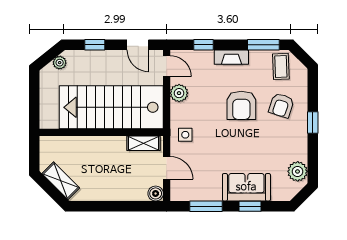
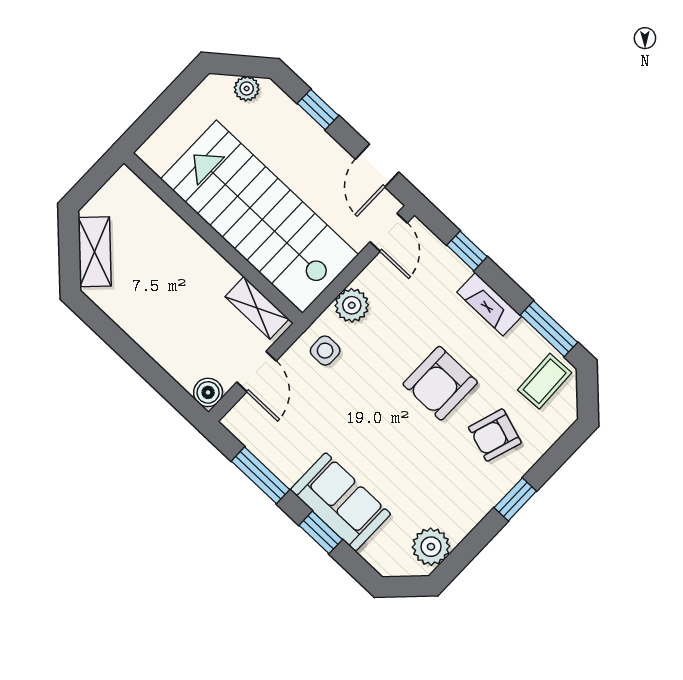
plant: (179, 93) -> (352, 305), moved

